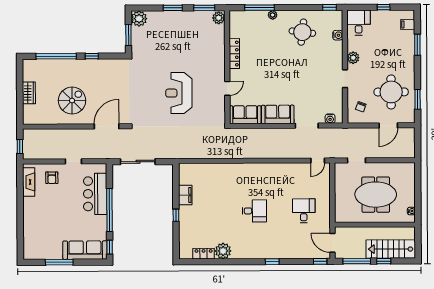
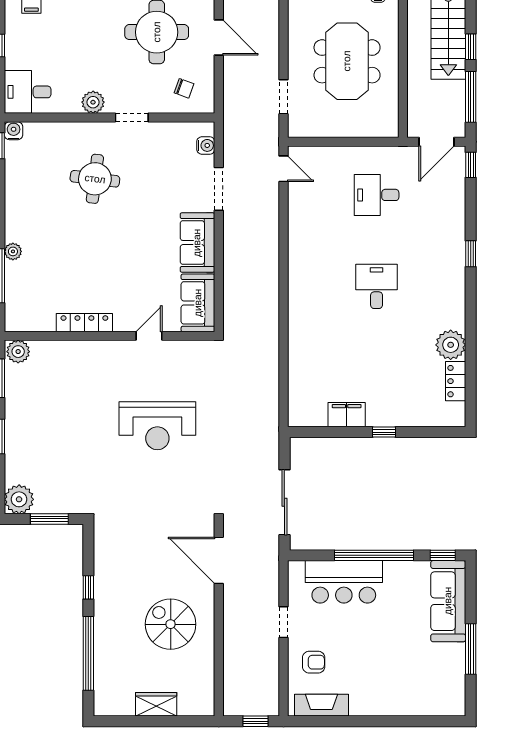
round table: (302, 32) -> (95, 179), moved
water cooler: (338, 35) -> (14, 131), moved
door: (227, 88) -> (149, 336), hinge flipped

